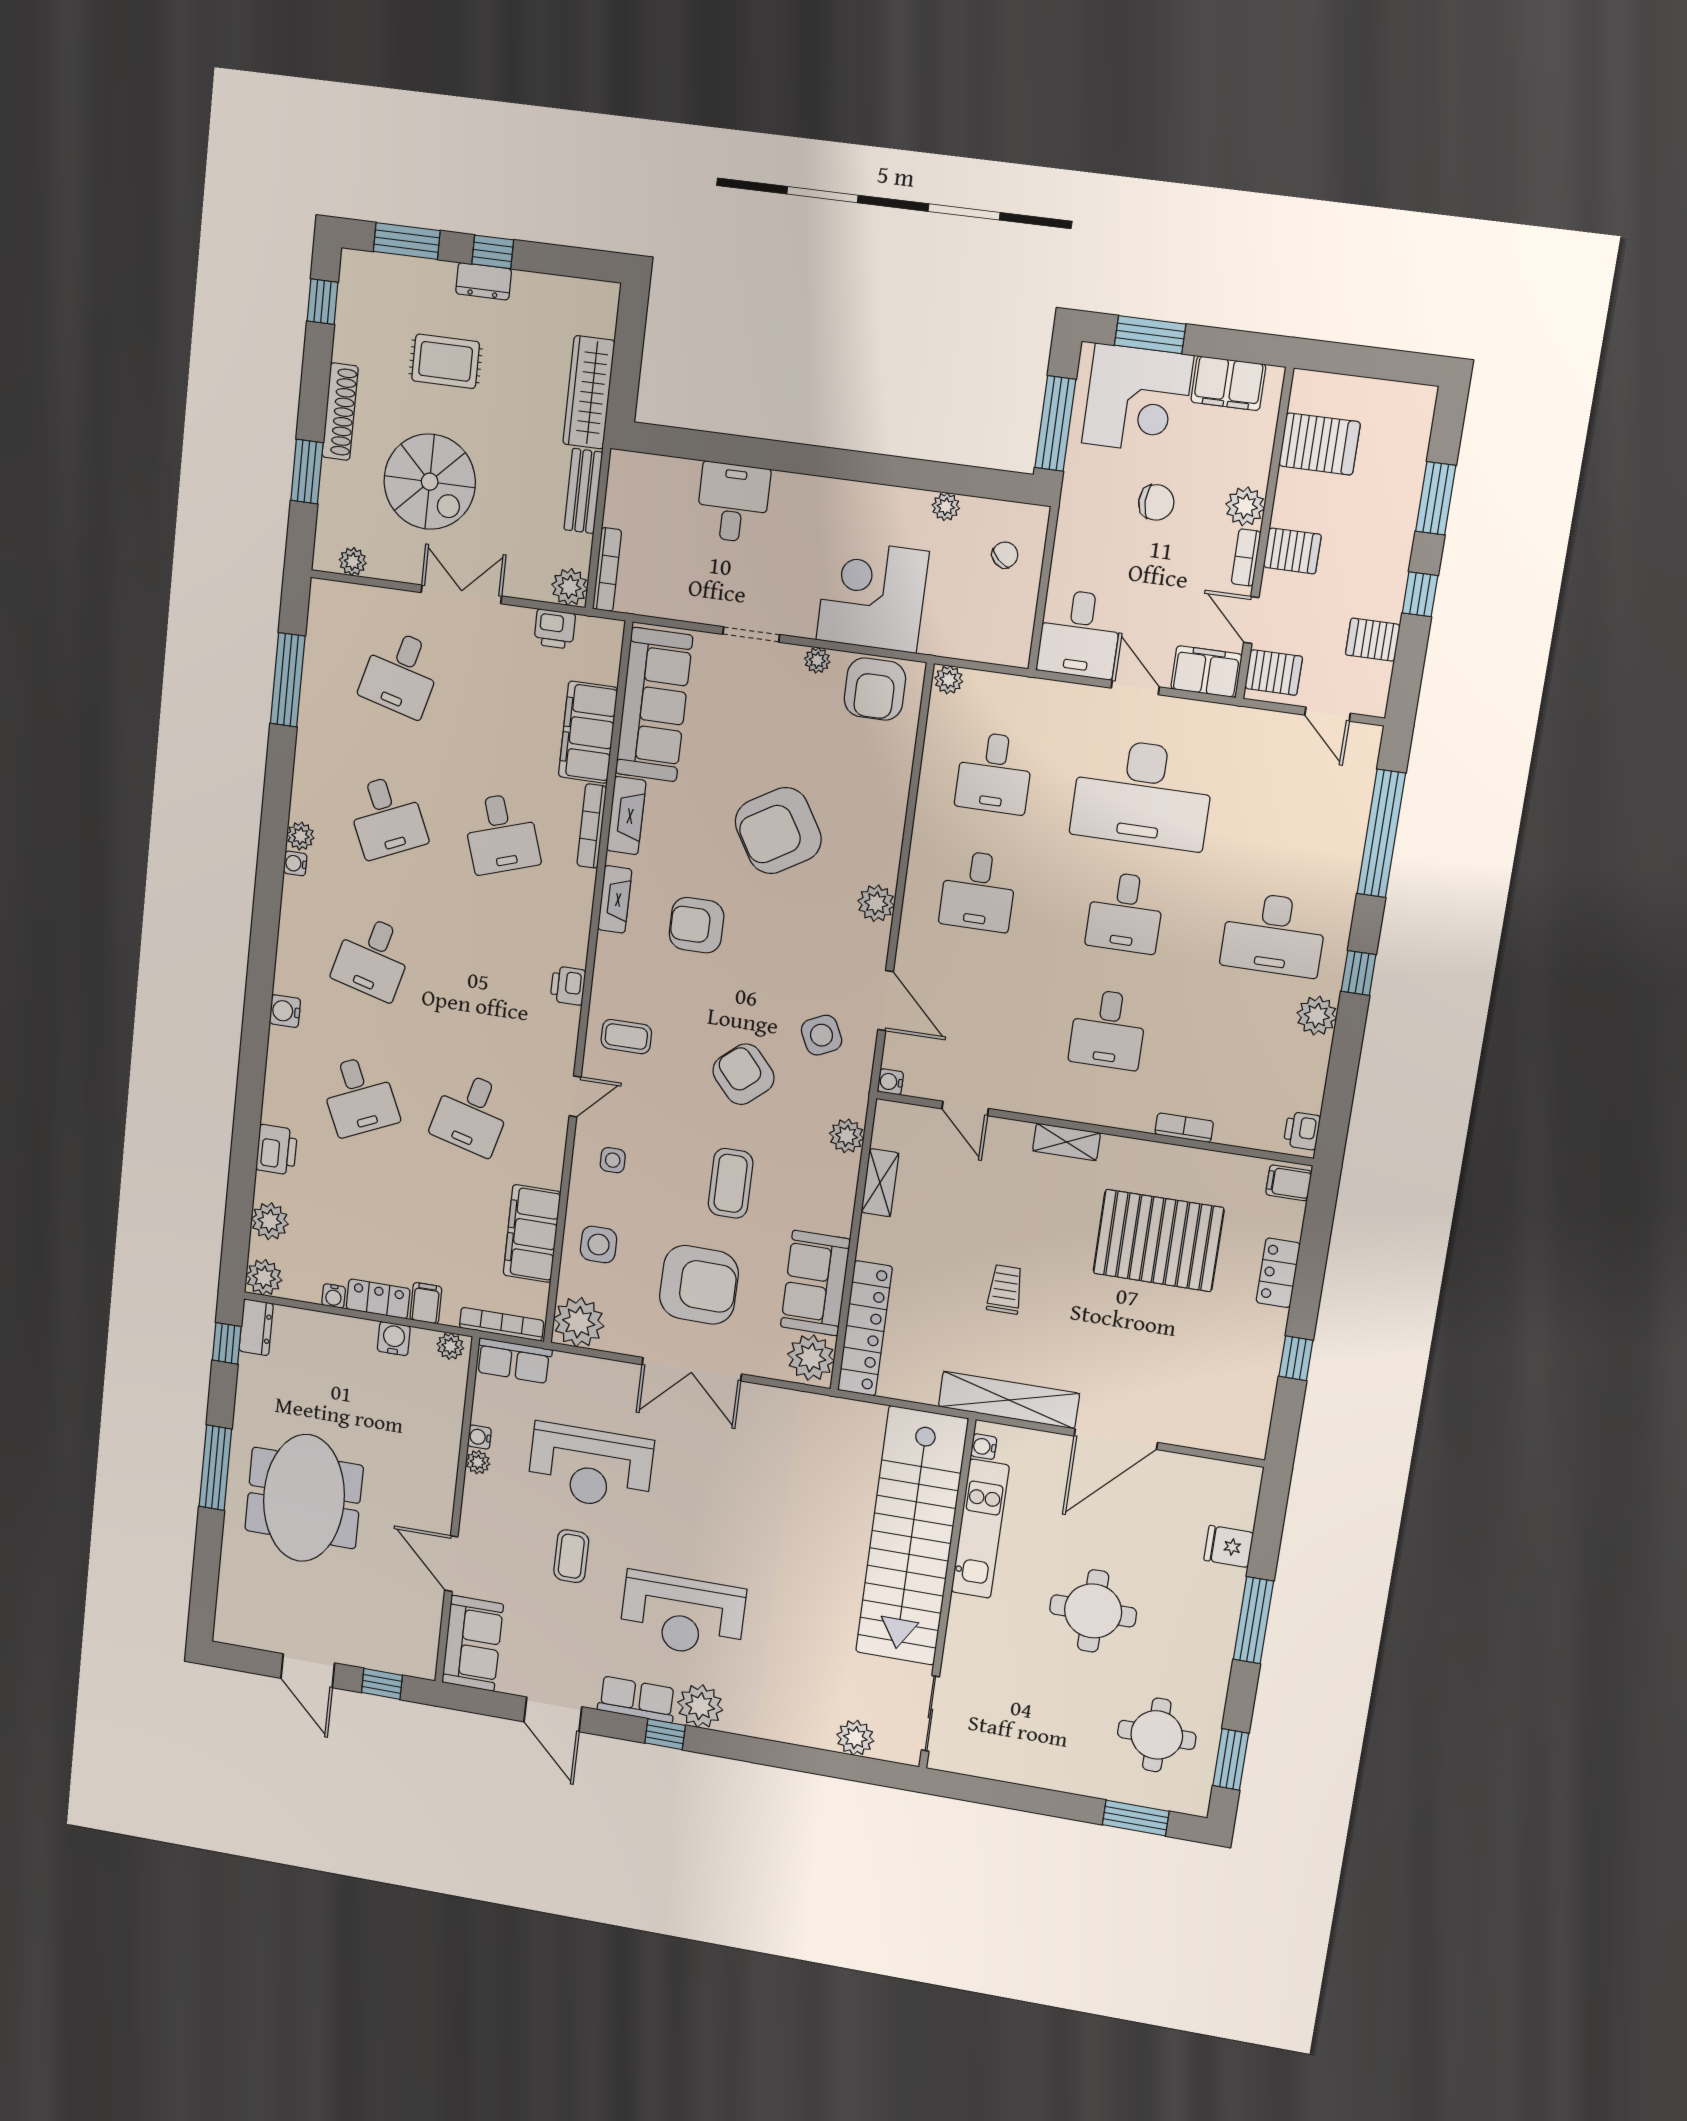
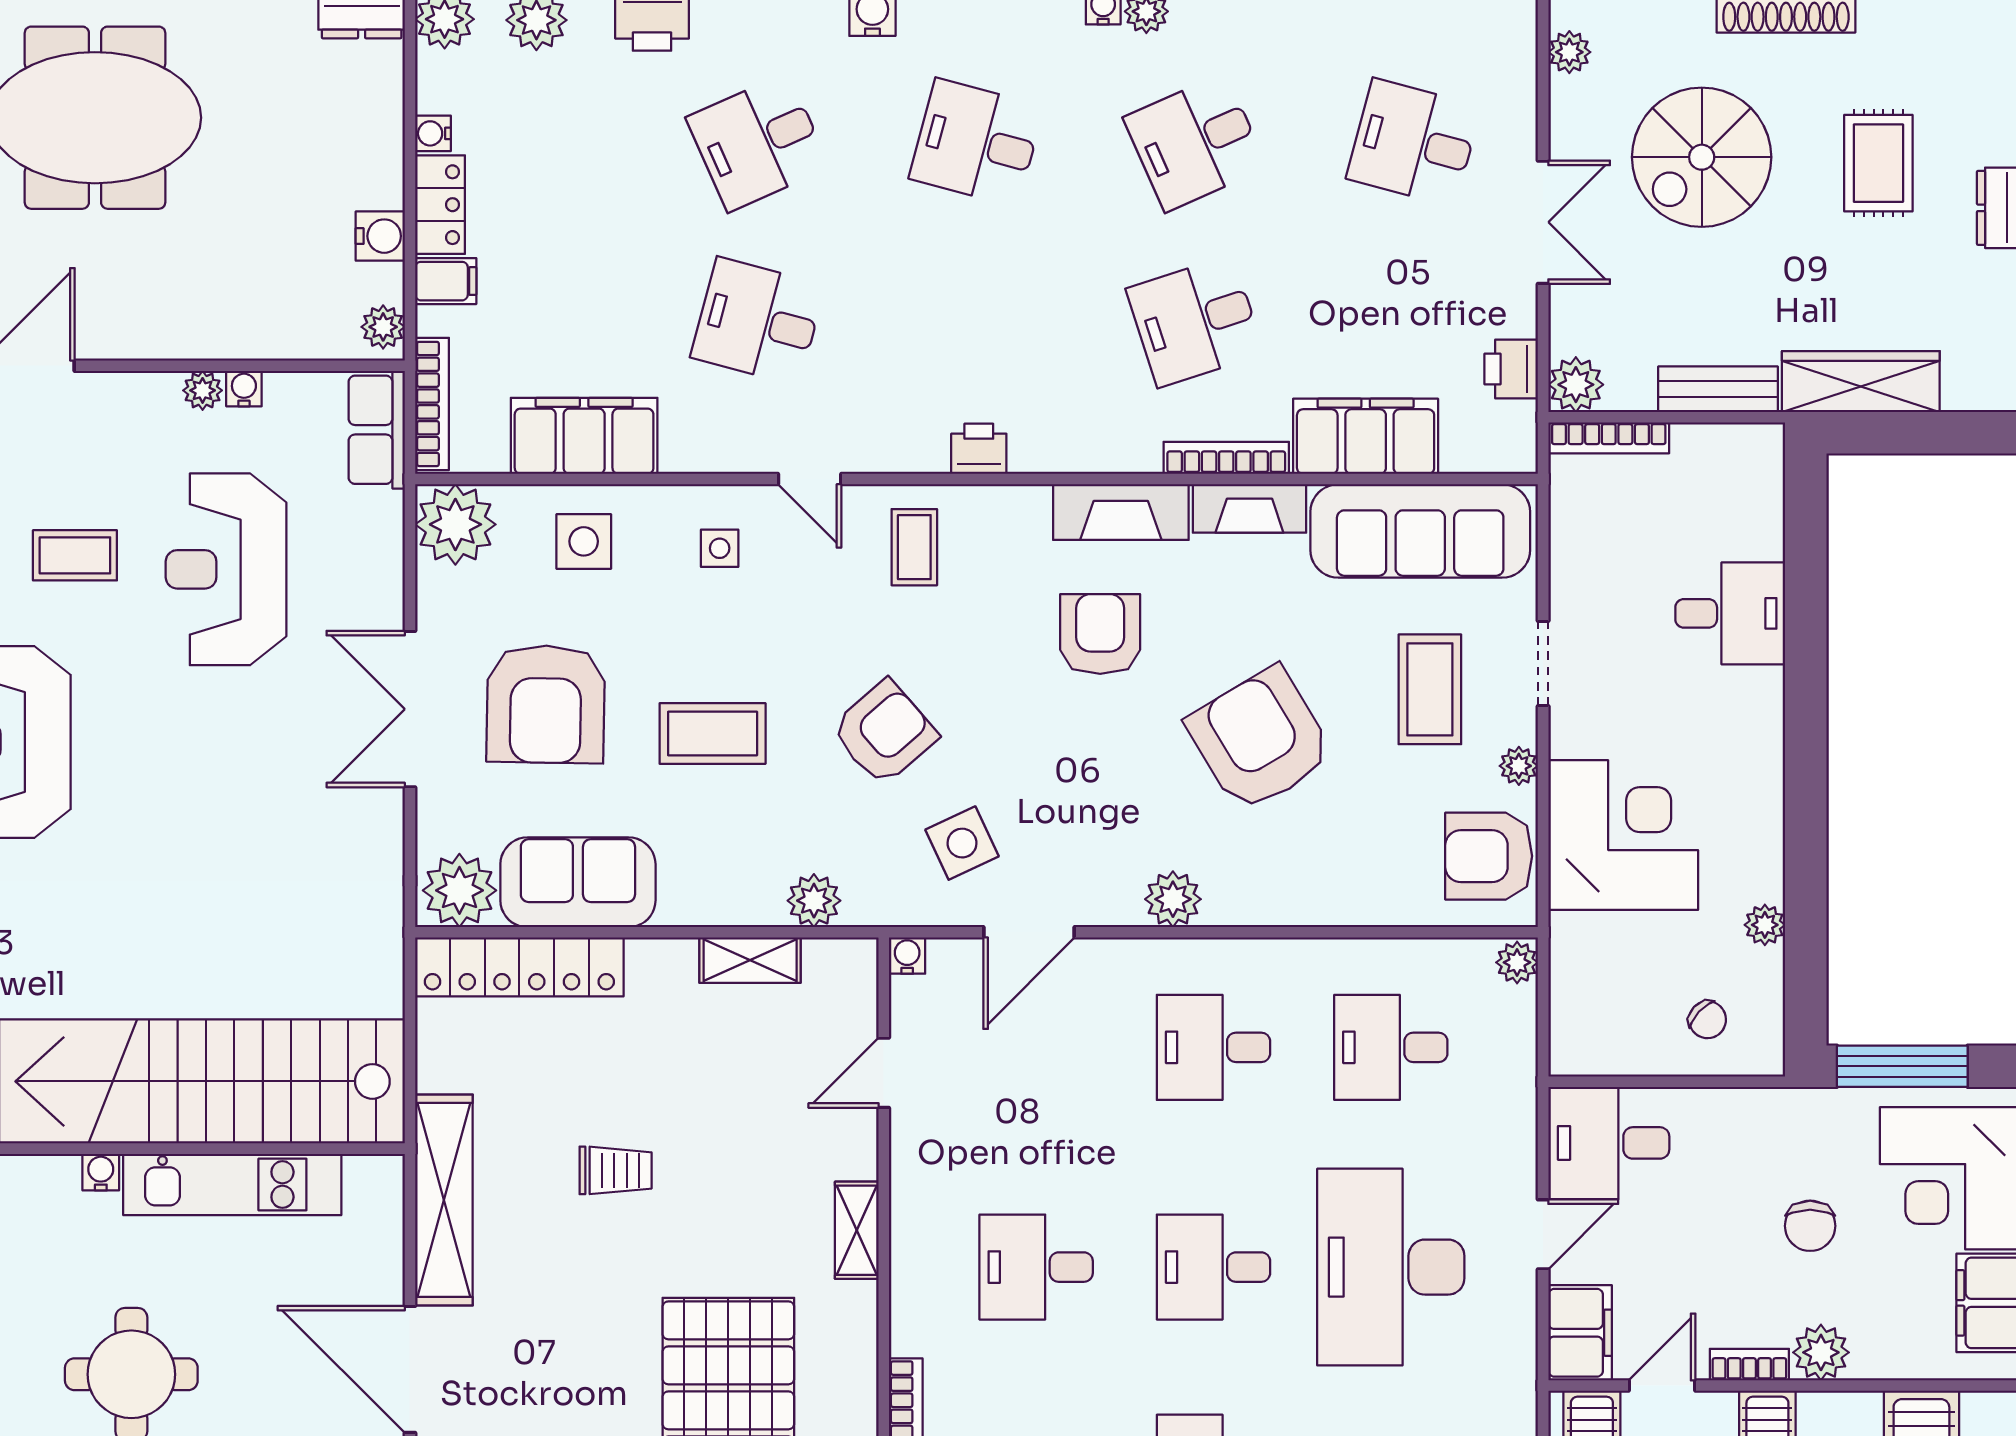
coffee table: (759, 713) -> (1430, 689), added
fireplace: (615, 899) -> (1121, 512), width x1.37, depth x1.32
water cooler: (984, 1447) -> (101, 1172), moved

